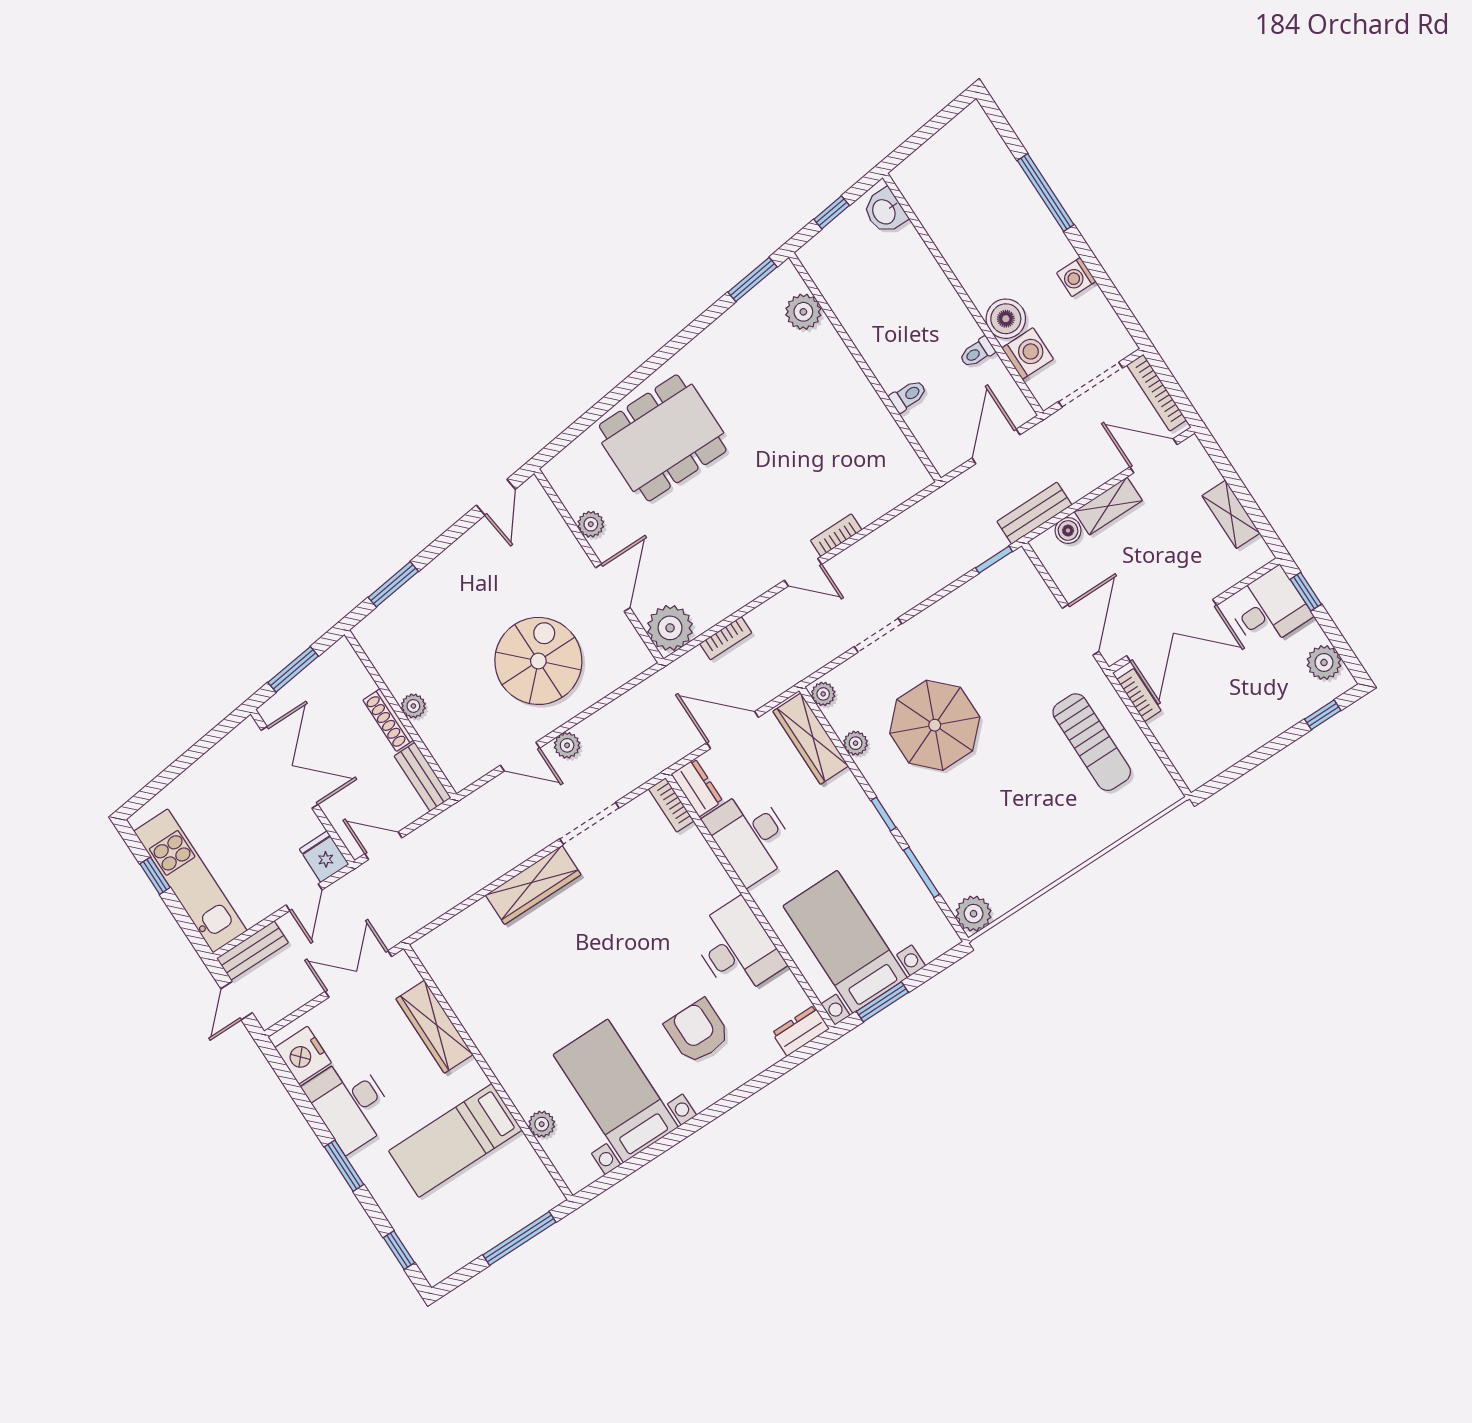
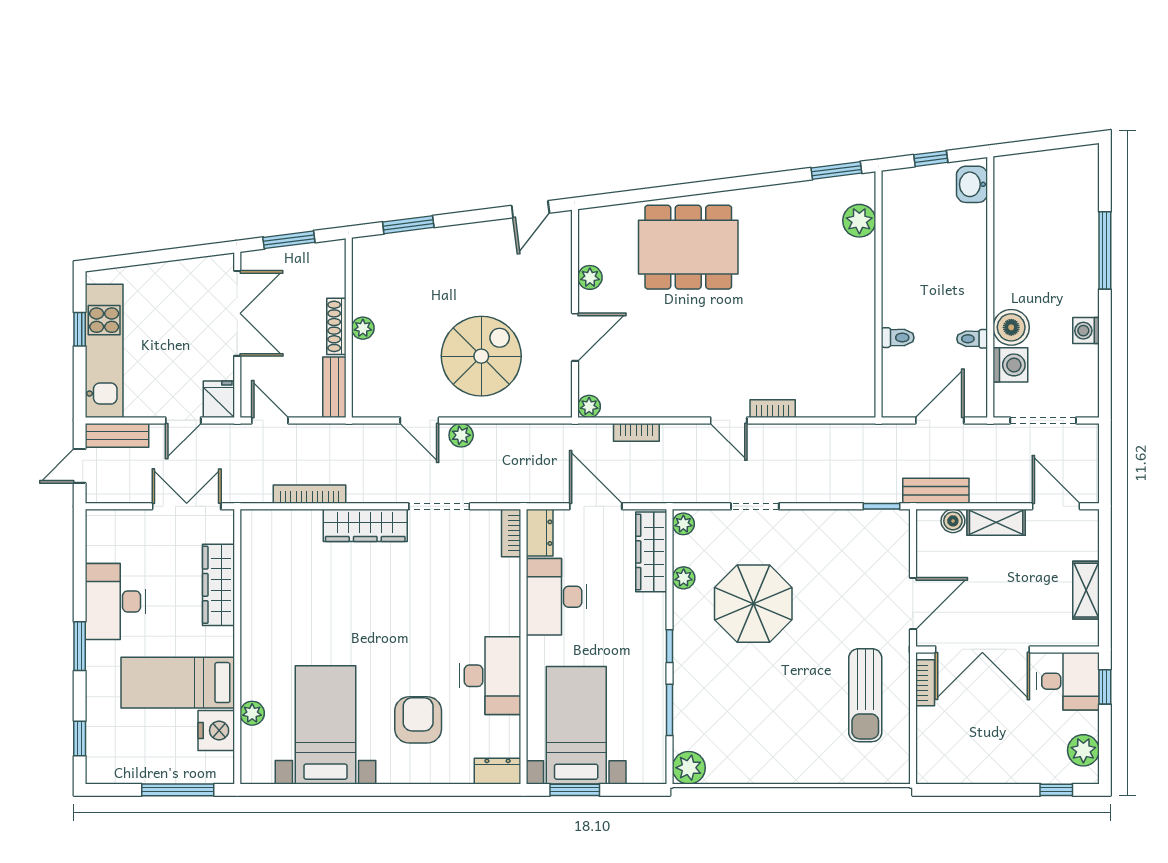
bookcase: (1157, 393) -> (310, 494), moved, turned 90
plant: (670, 628) -> (589, 406), width x0.53, depth x0.53
nightstand: (303, 1055) -> (216, 731), moved, turned 180

